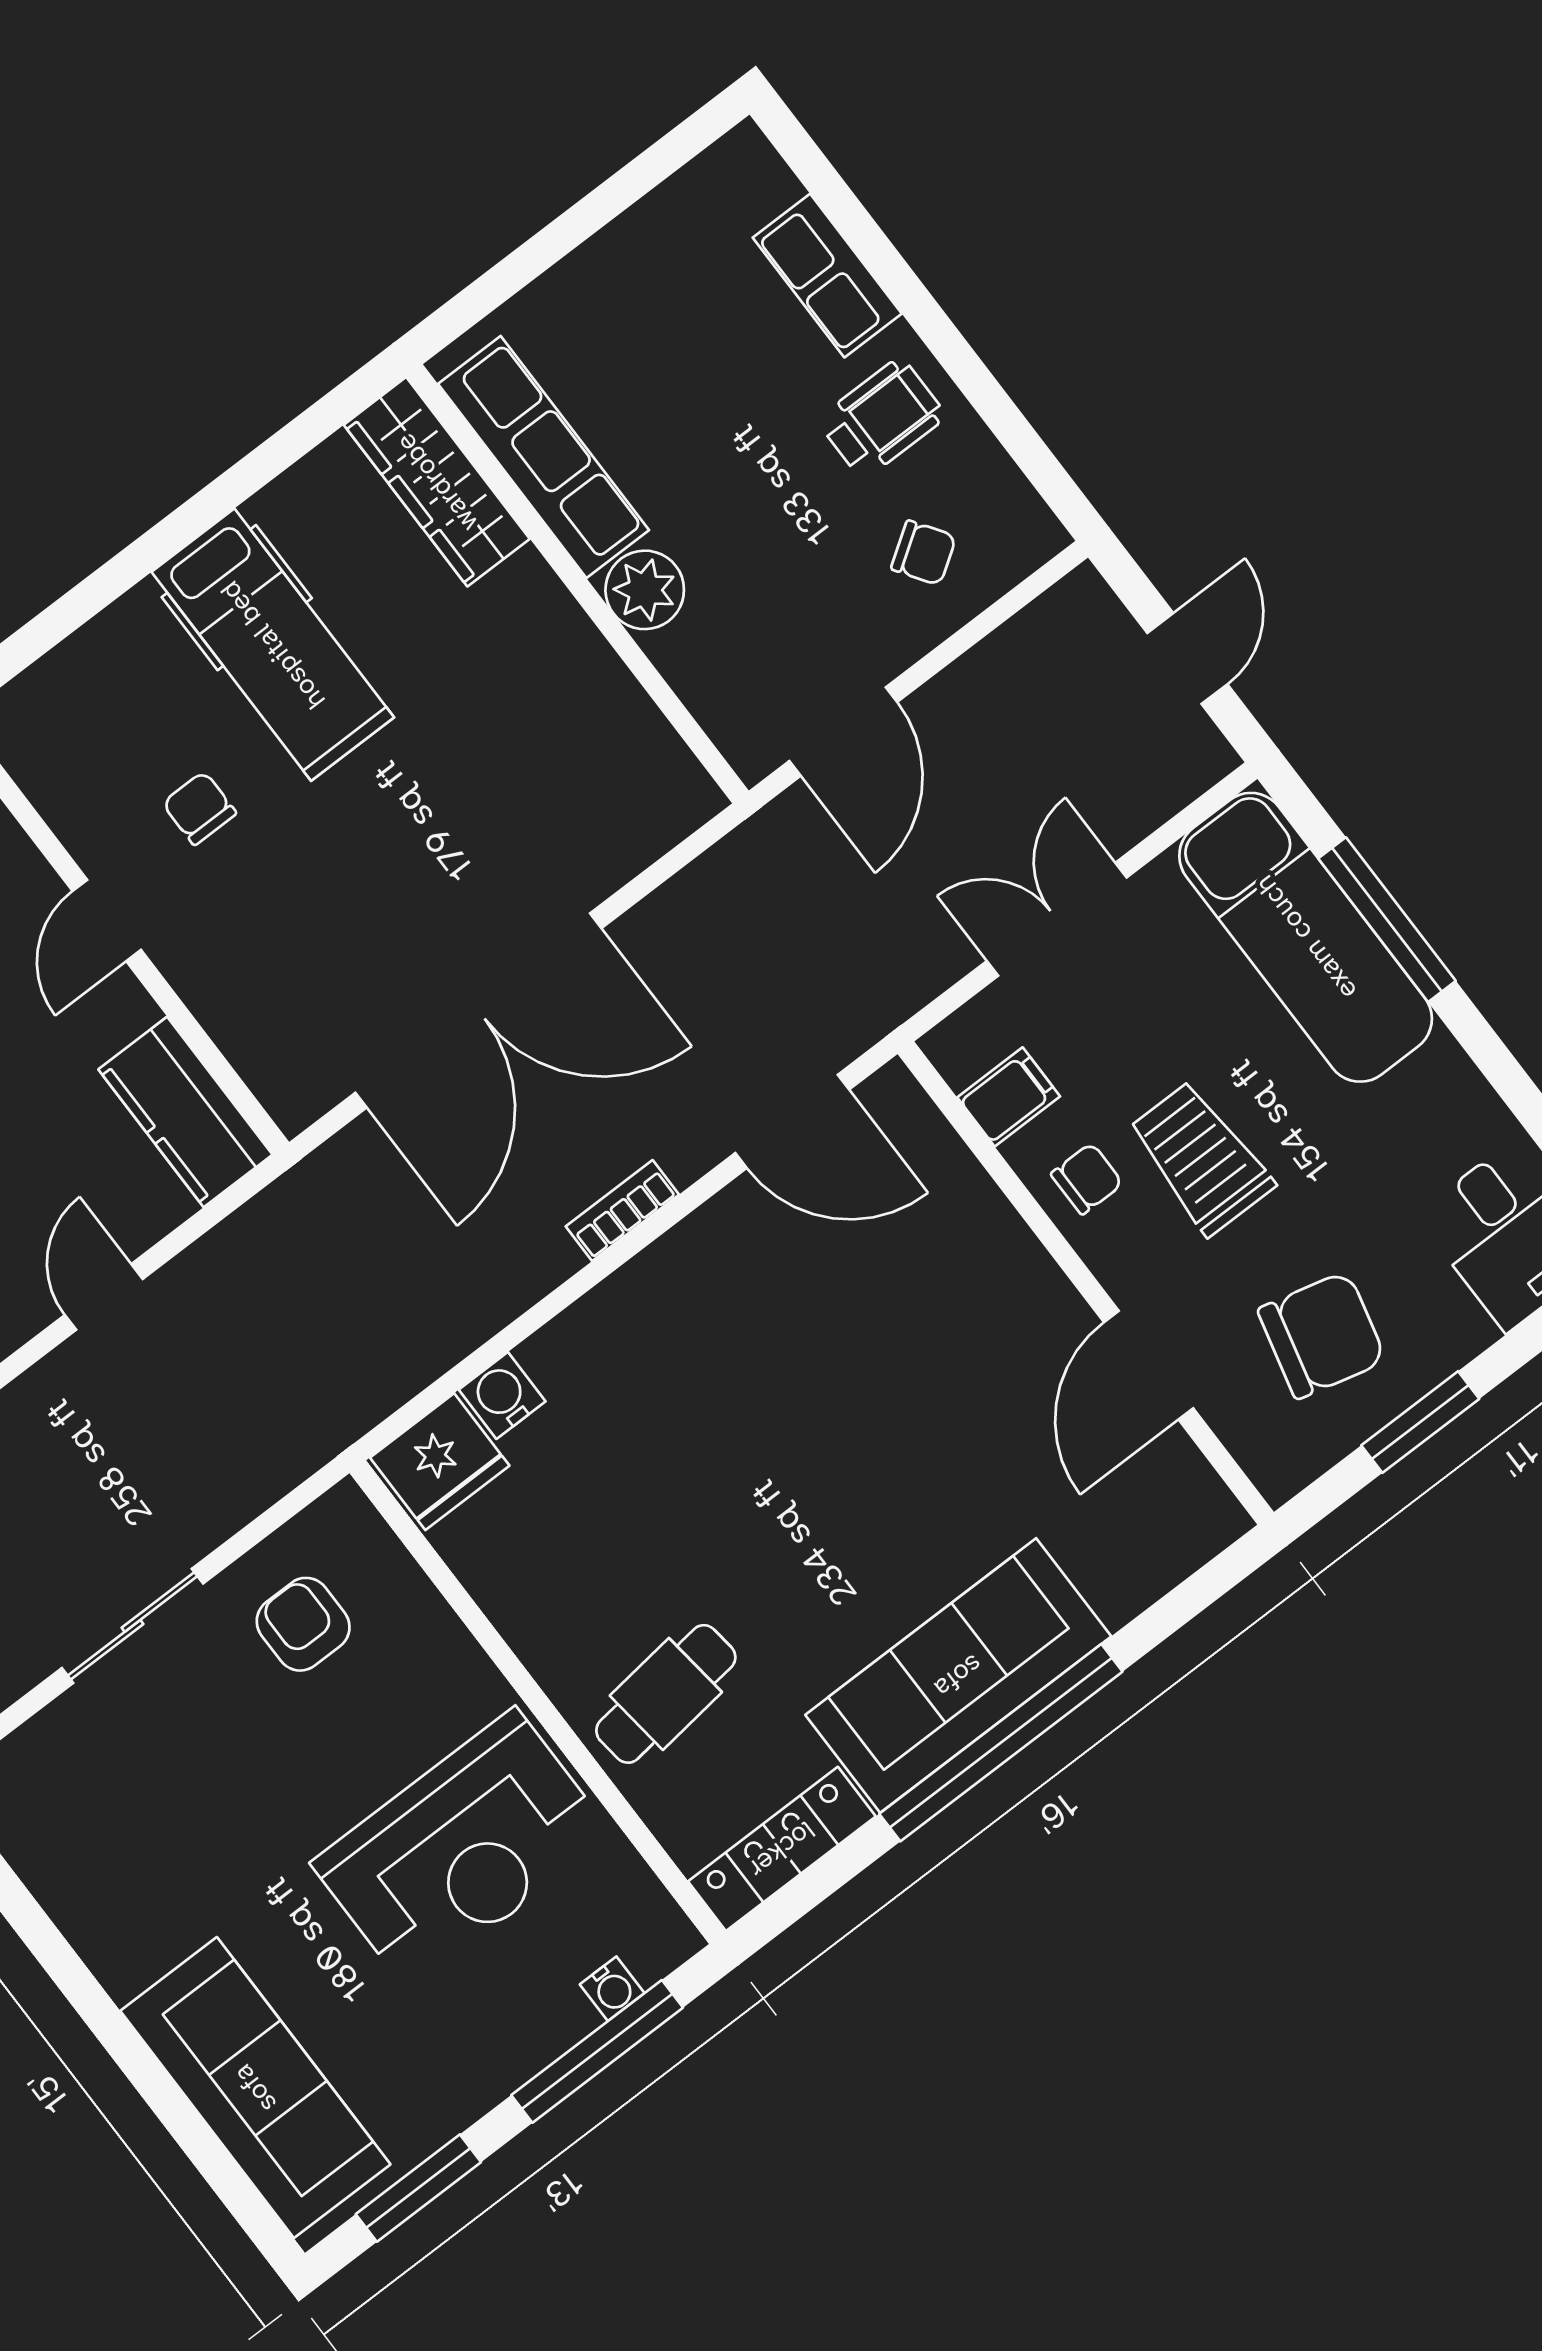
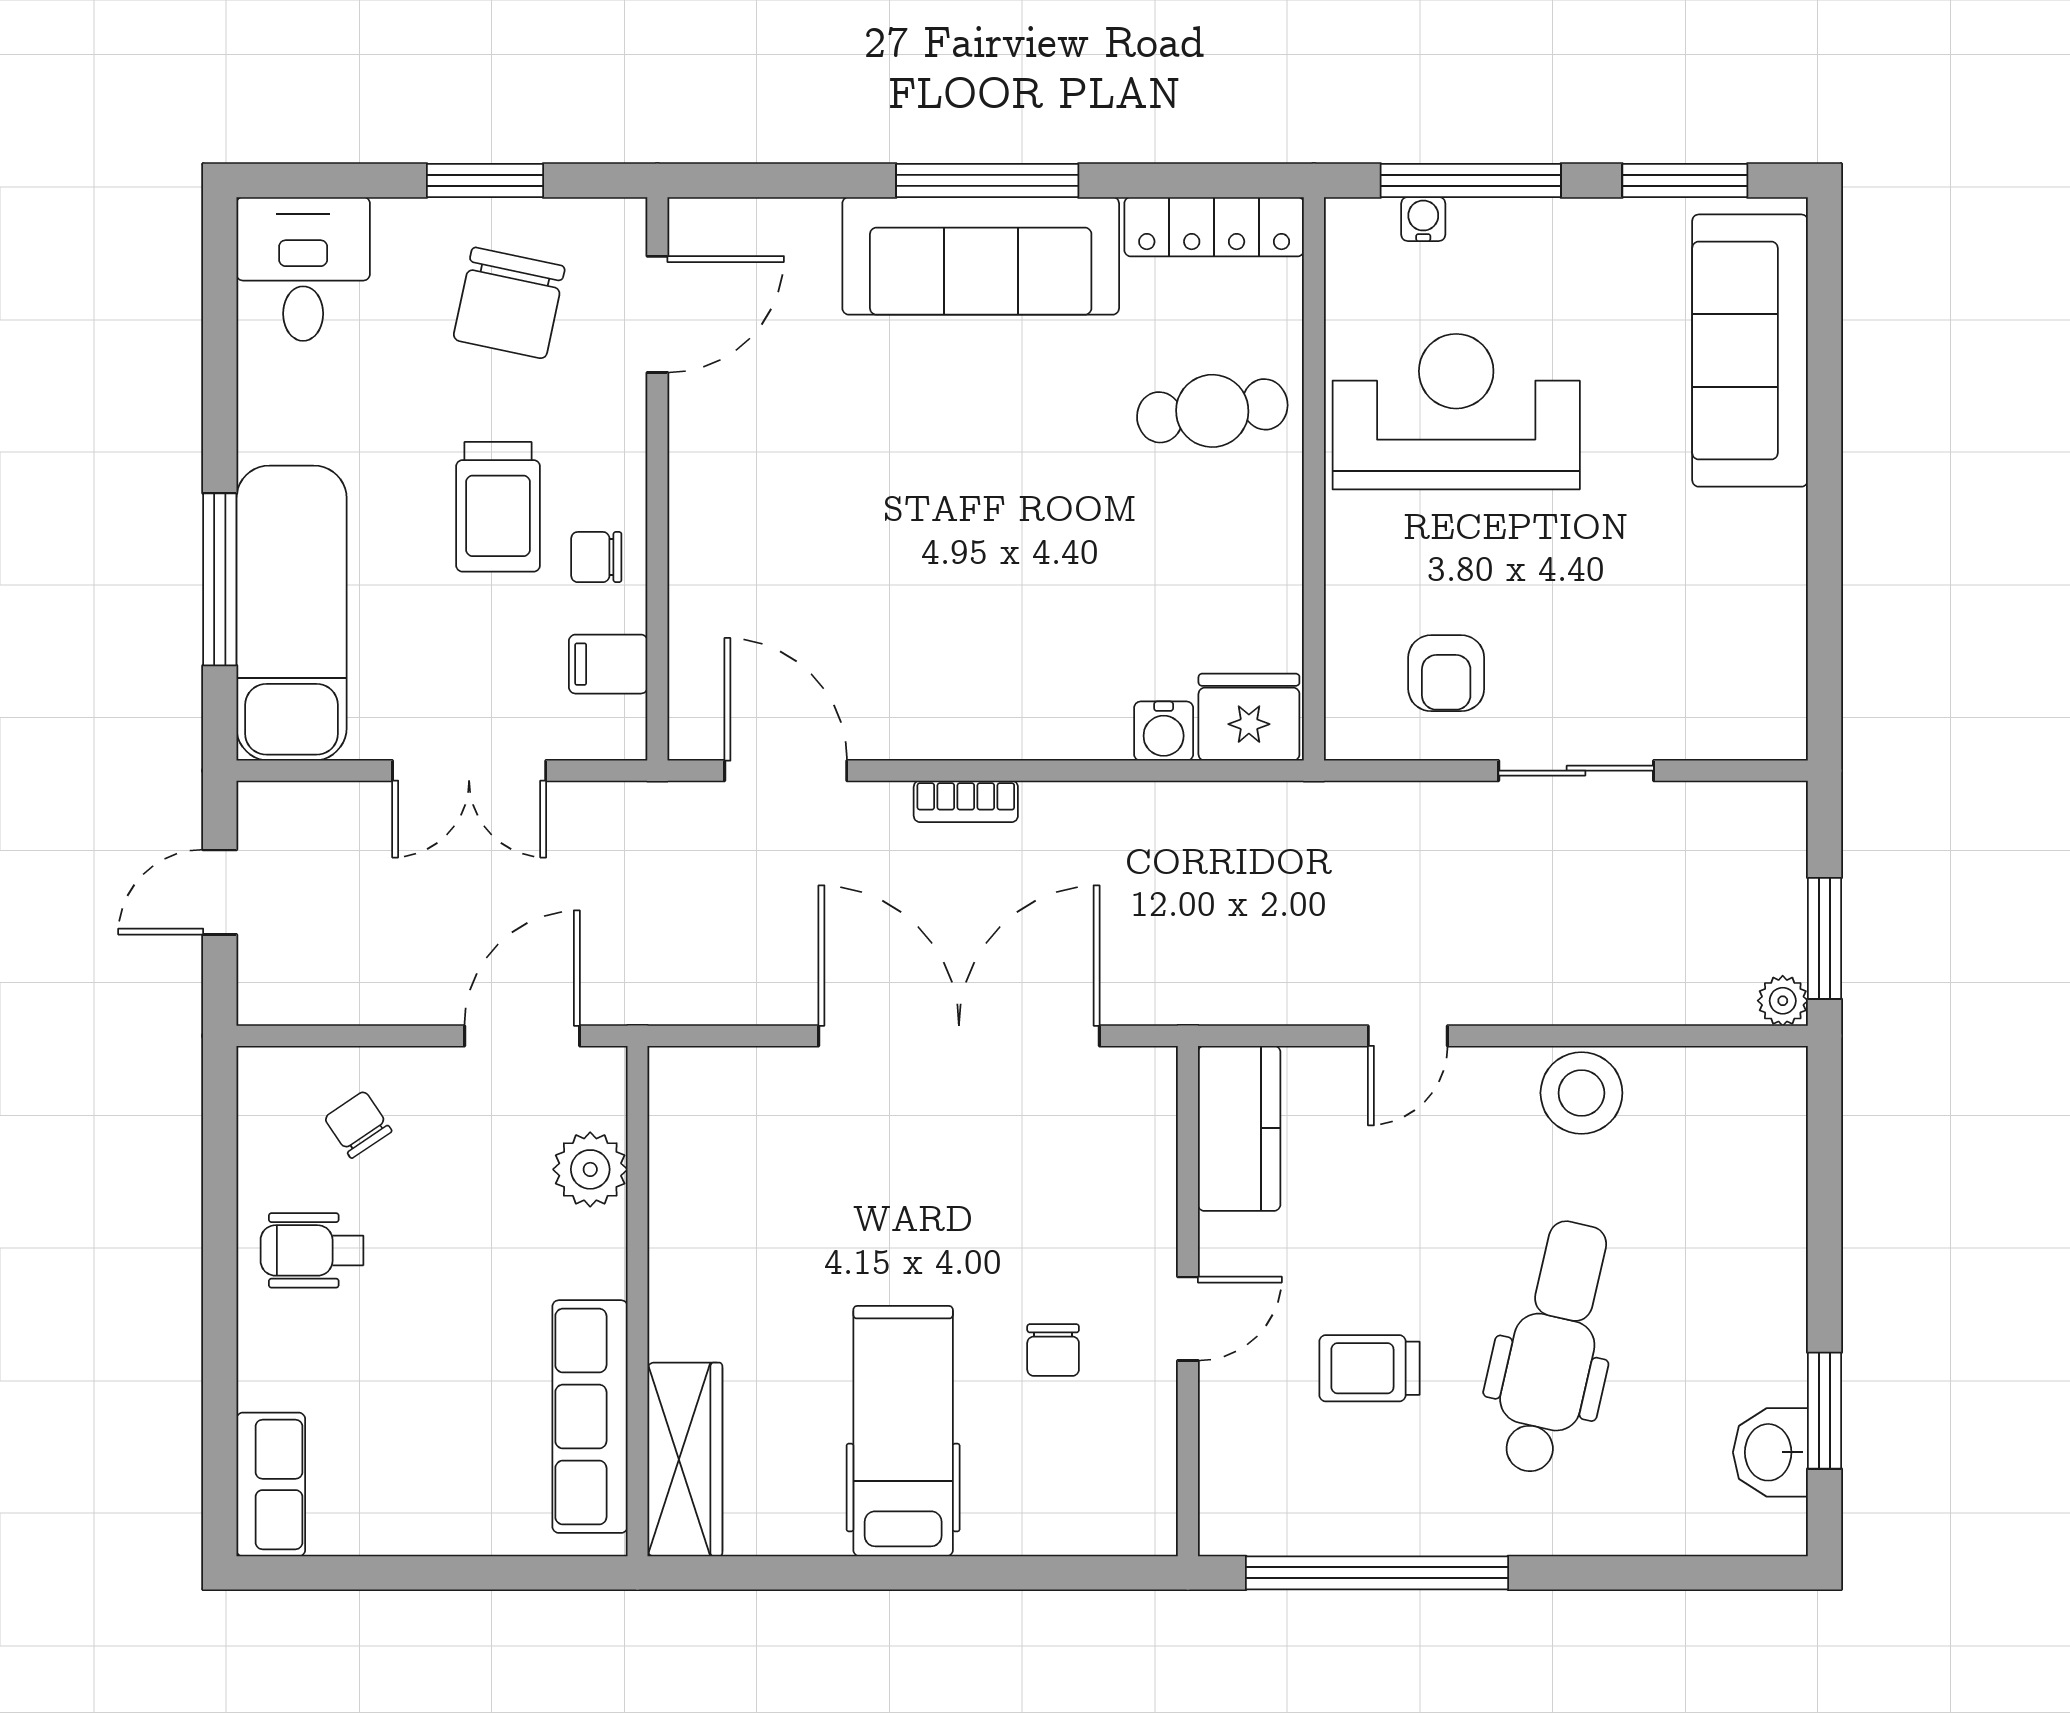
row of seats: (827, 276) -> (271, 1484), moved
plant: (645, 590) -> (590, 1169), moved
chair: (1322, 1335) -> (509, 303), turned -92
door: (1149, 1365) -> (657, 314), moved
window: (1001, 1743) -> (987, 180), width x0.68

